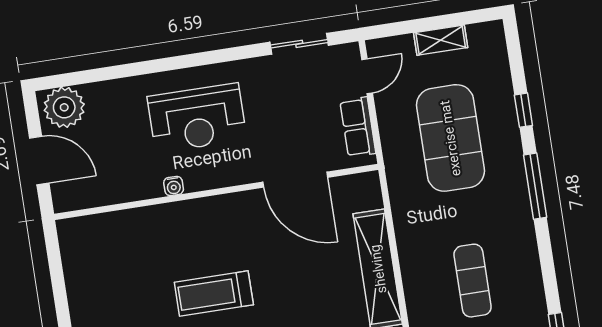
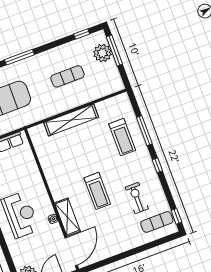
door: (295, 180) -> (71, 251), moved
shelving: (171, 218) -> (67, 217), added

